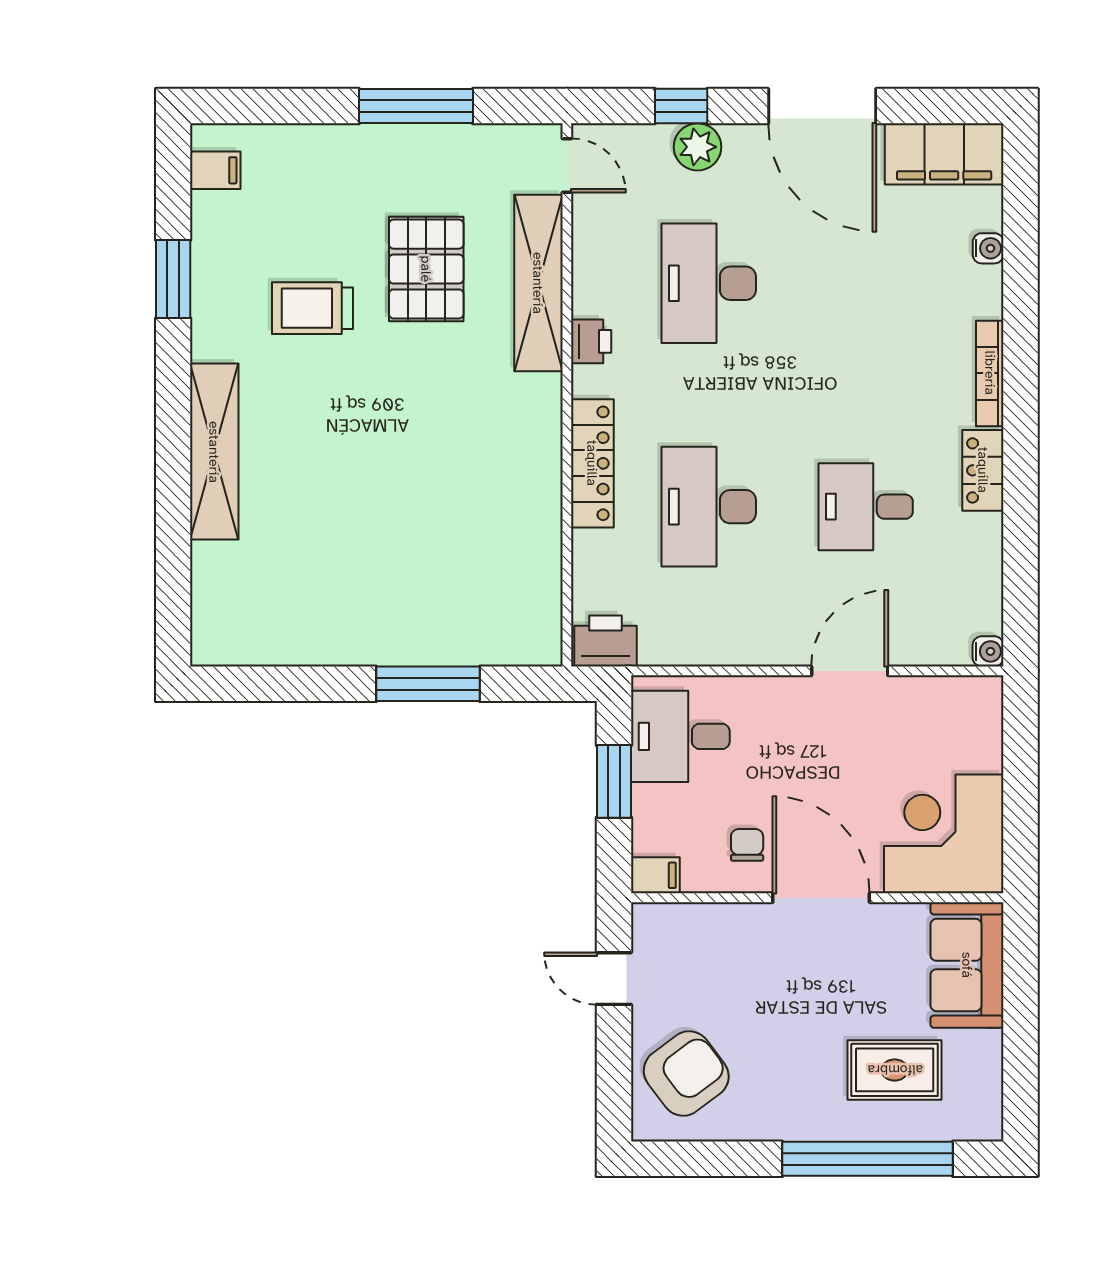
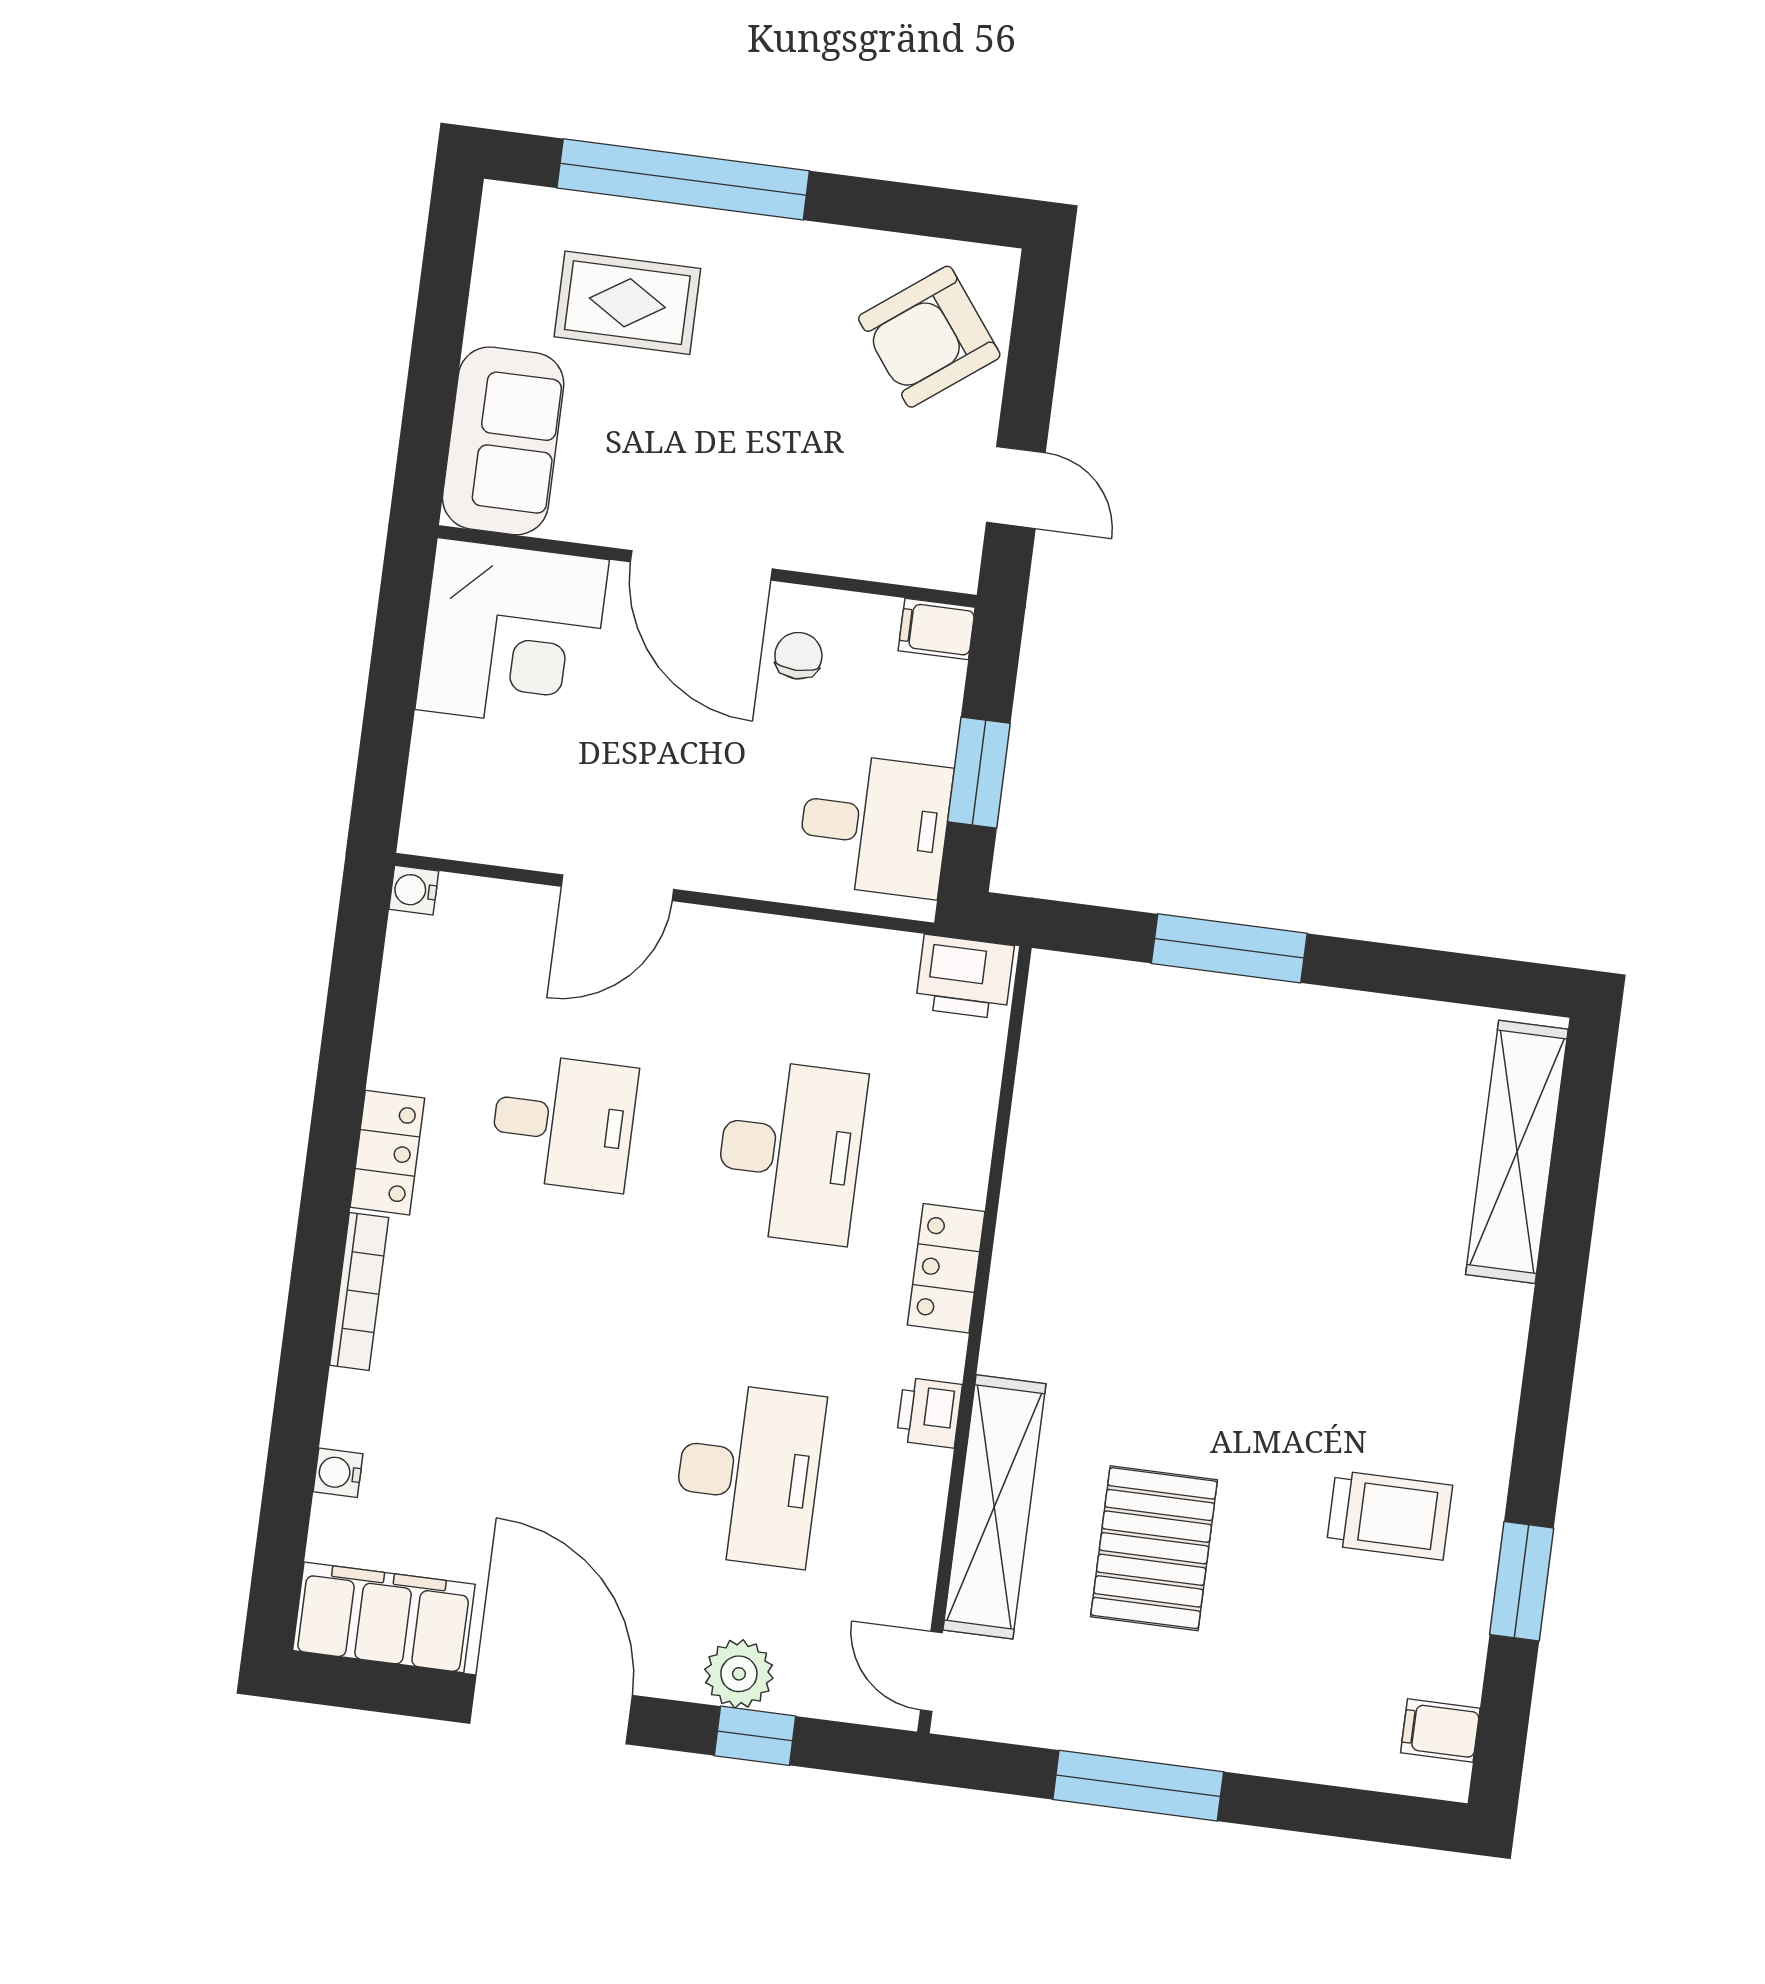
trolley: (313, 308) -> (1390, 1515), moved
shelving: (214, 452) -> (1517, 1152), moved
locker: (592, 463) -> (946, 1268), width x0.66
chair: (747, 845) -> (798, 656), turned 180

